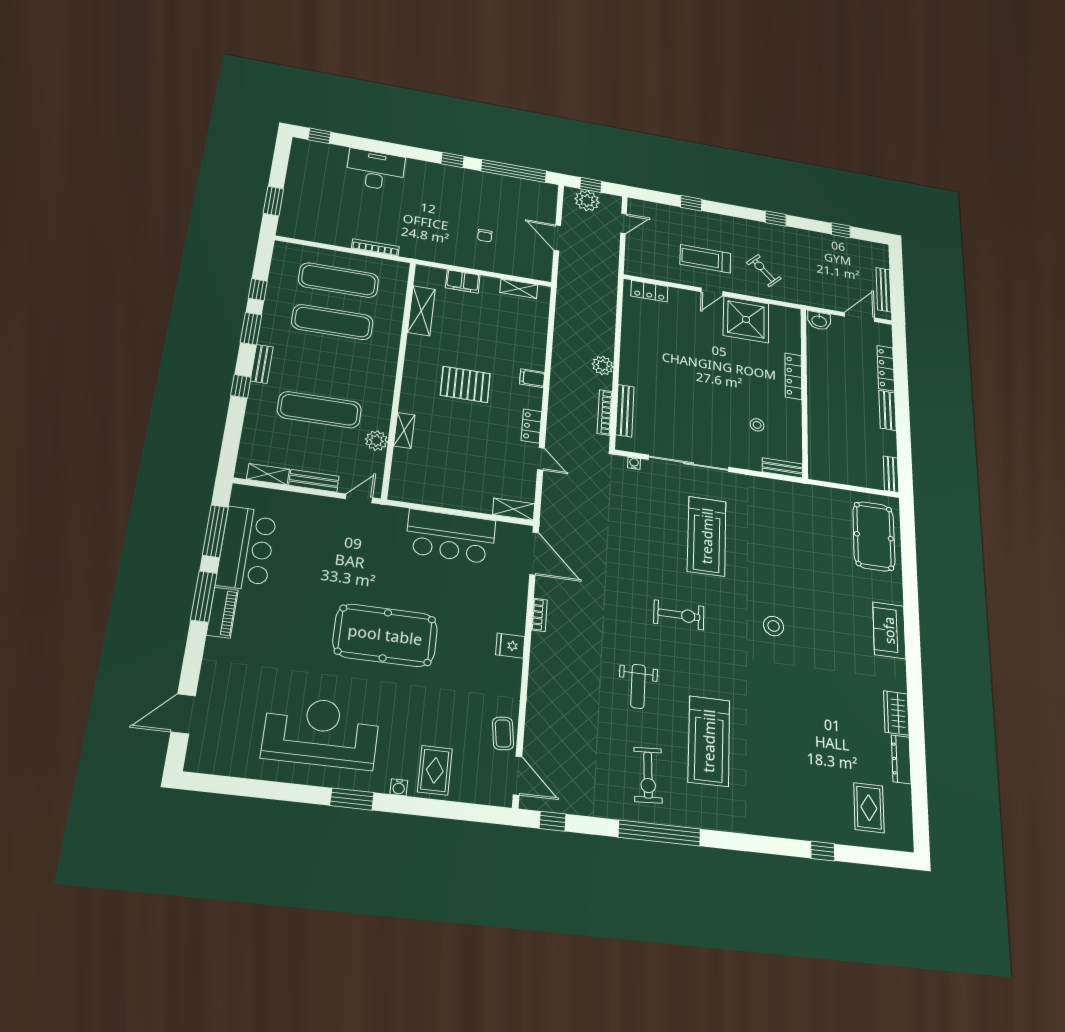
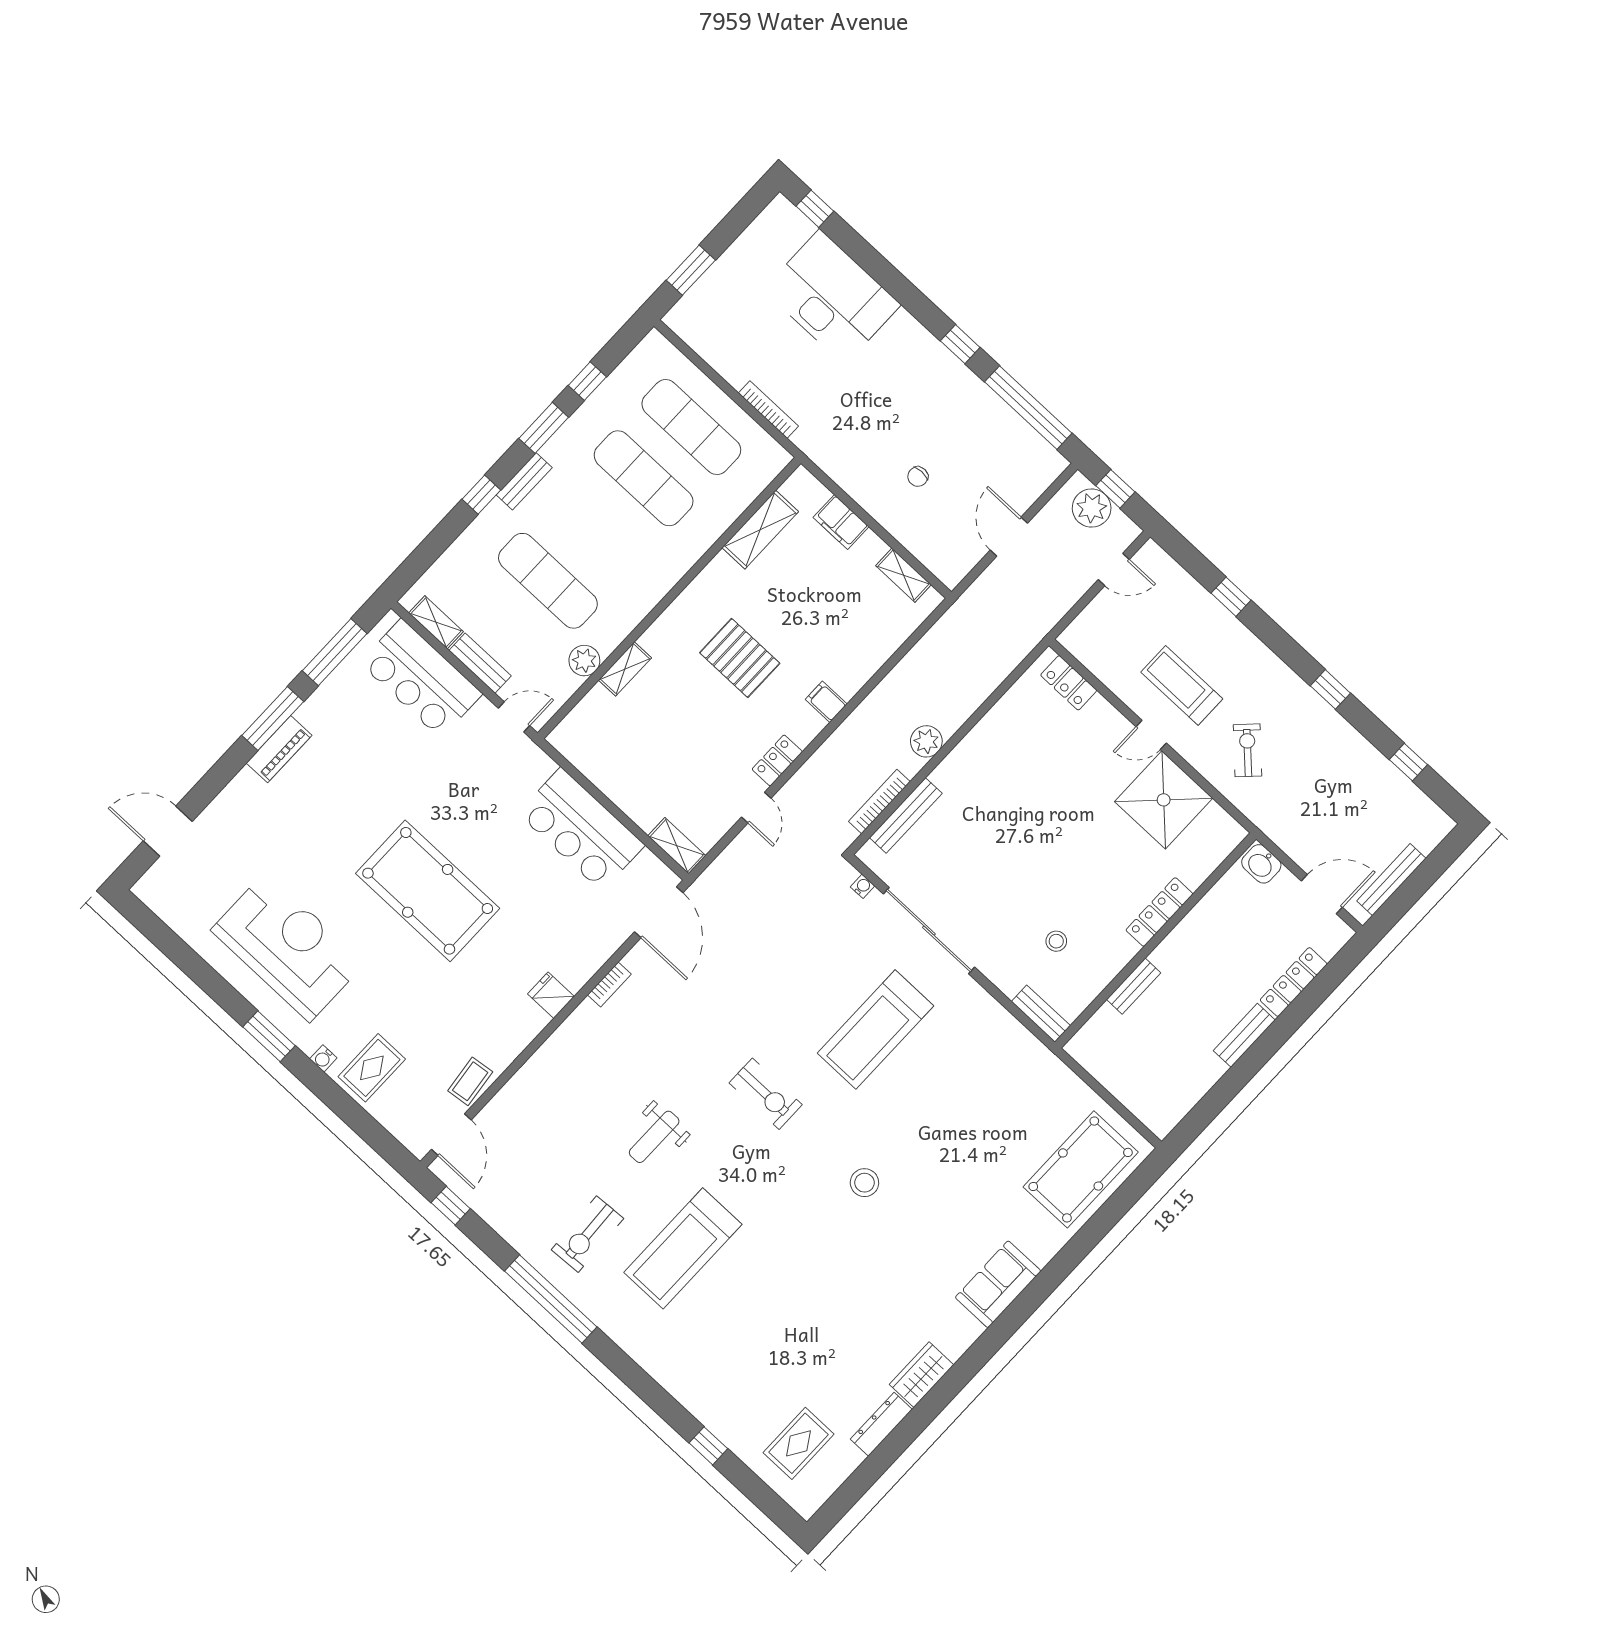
desk: (375, 170) -> (832, 297), width x1.36, depth x1.30
bench: (891, 474) -> (1134, 986), moved
bar counter: (246, 548) -> (421, 678), moved, turned 90

